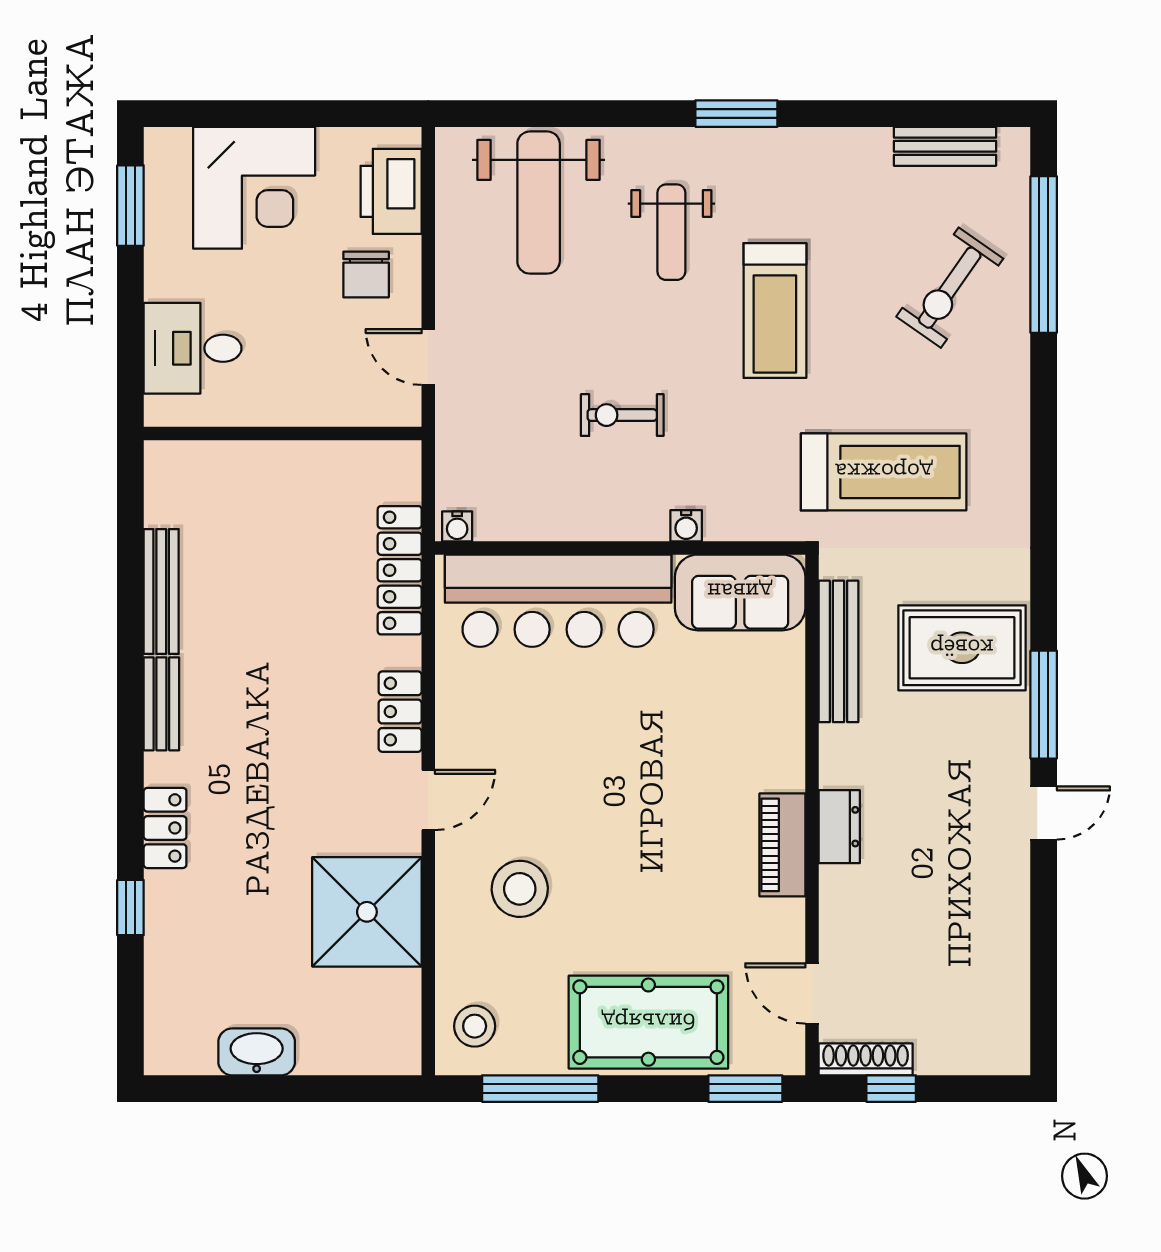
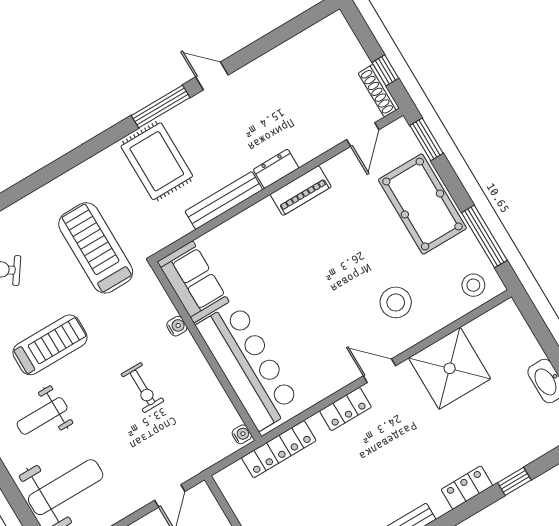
weight bench: (671, 232) -> (42, 416), turned 180
bench: (838, 651) -> (224, 200), moved

